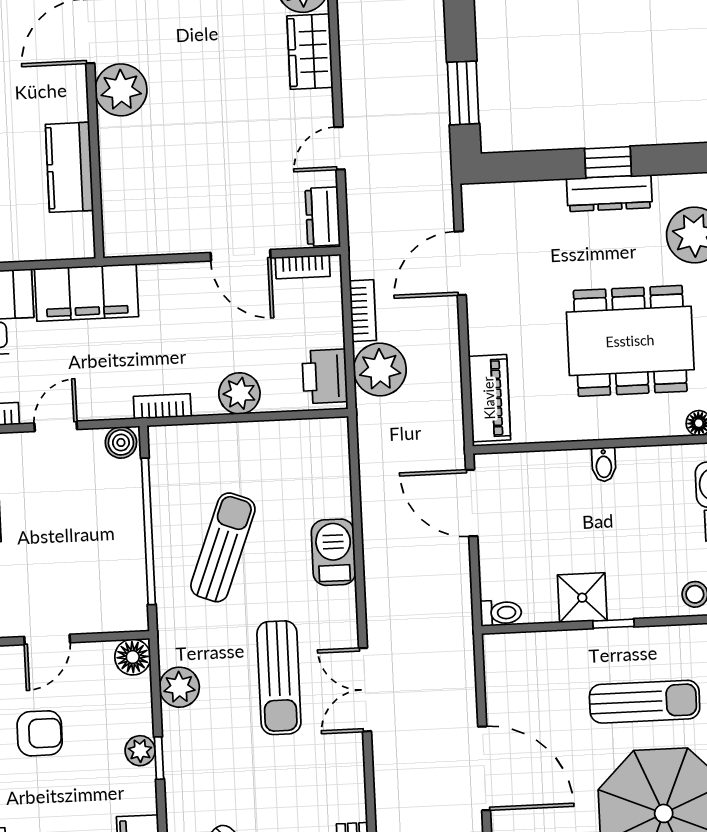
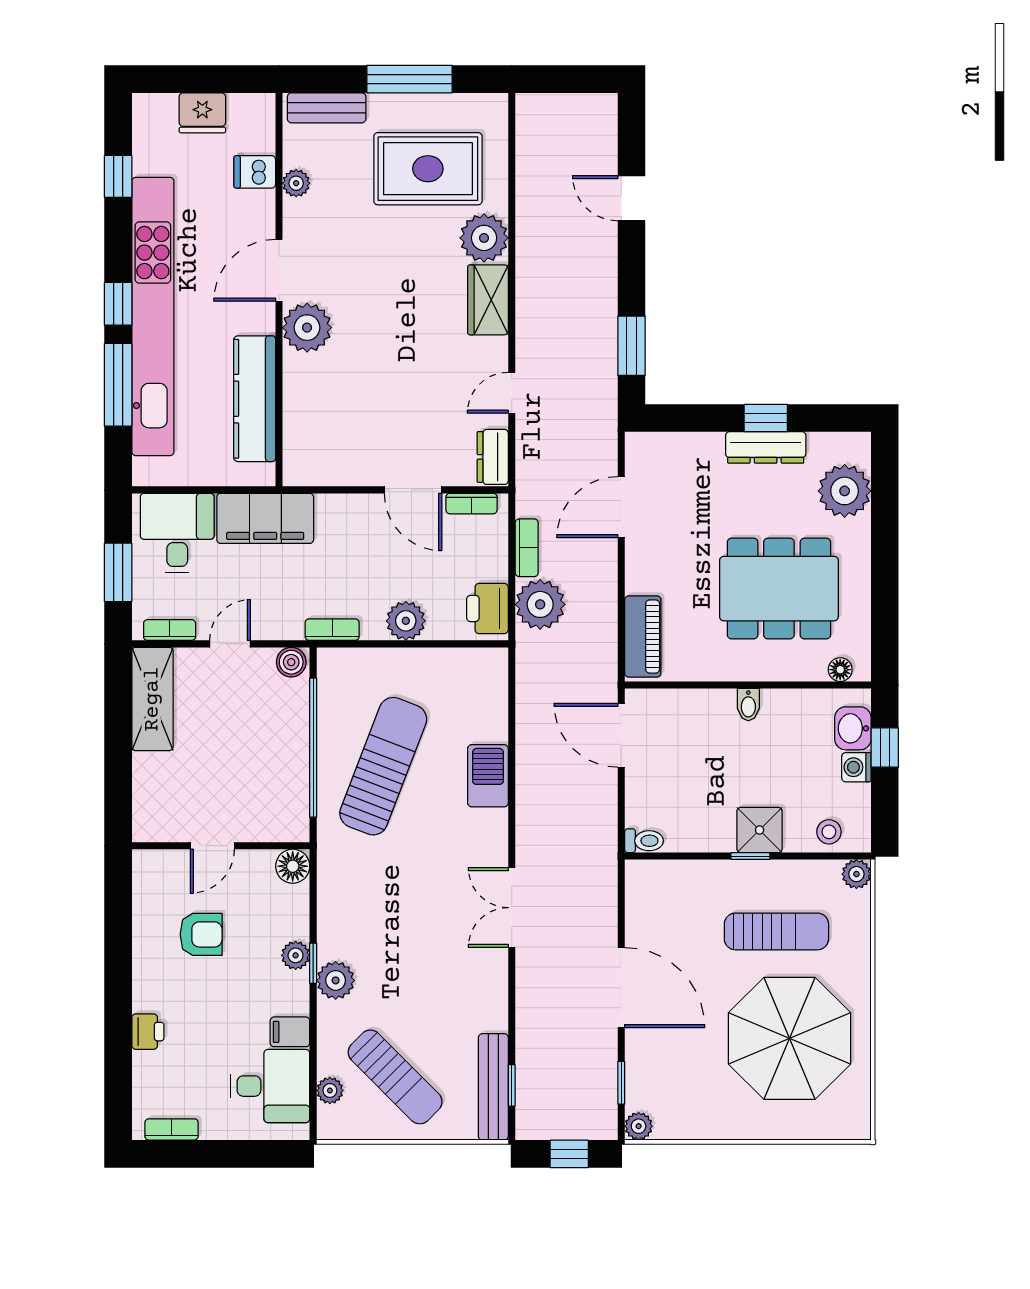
kitchen counter: (69, 167) -> (255, 399), width x1.50
sun lounger: (223, 547) -> (383, 766), width x1.36, depth x1.34
shower: (582, 598) -> (760, 830), moved
sun lounger: (279, 678) -> (431, 892), removed
plant: (179, 687) -> (336, 980), moved

